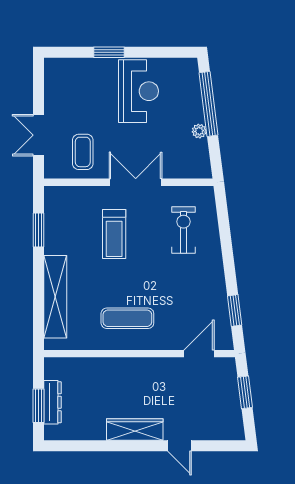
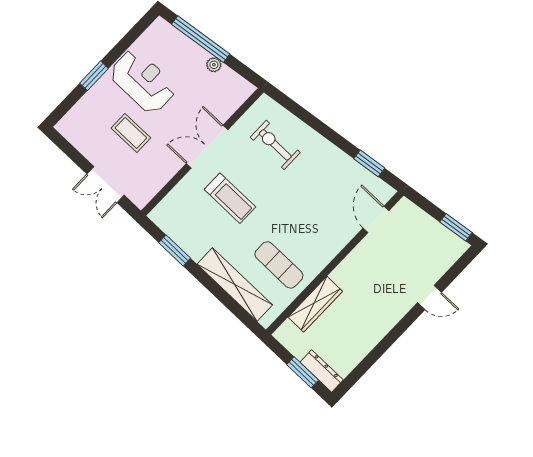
coffee table: (83, 152) -> (131, 133), moved
exercise mat: (127, 318) -> (279, 265), moved, turned 90
window: (245, 392) -> (456, 227), moved
dresser: (53, 402) -> (322, 371), moved
wardrobe: (135, 429) -> (315, 304), moved, turned 180

